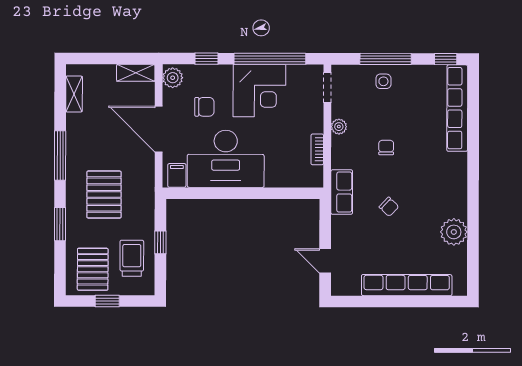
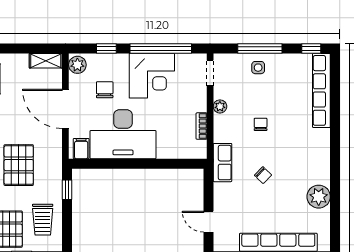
chair: (204, 107) -> (105, 90), turned -90
window: (160, 242) -> (67, 190), moved
trolley: (132, 258) -> (43, 220), turned 180

